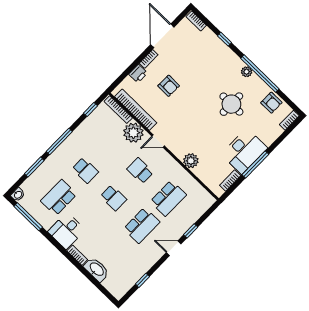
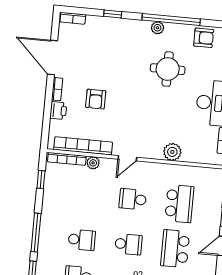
armchair: (169, 86) -> (96, 99), turned 89
plant: (133, 133) -> (93, 163), width x0.53, depth x0.53
school desk: (142, 225) -> (175, 249), turned 180

